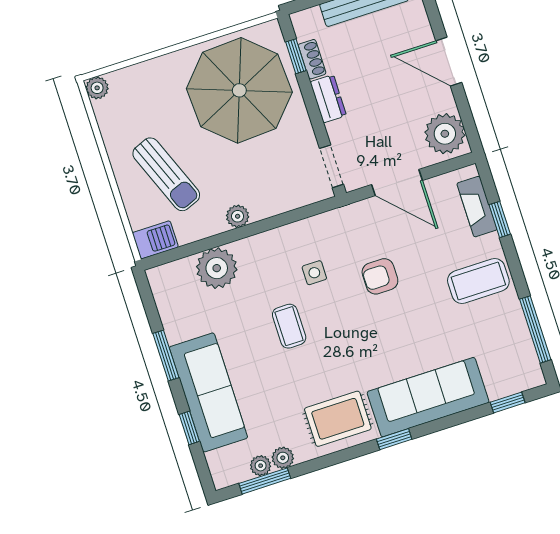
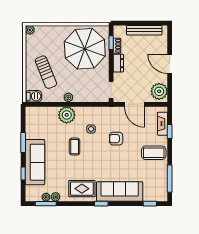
plant: (217, 268) -> (67, 115), moved

